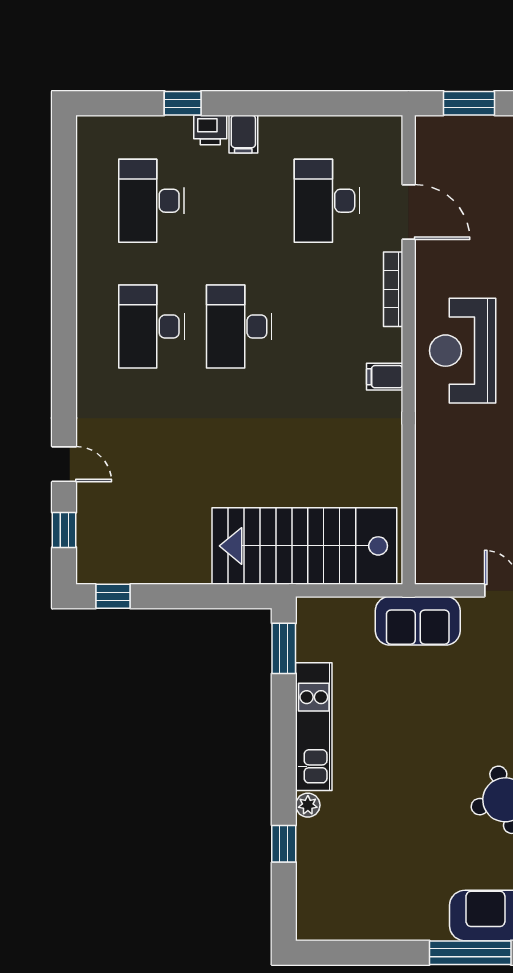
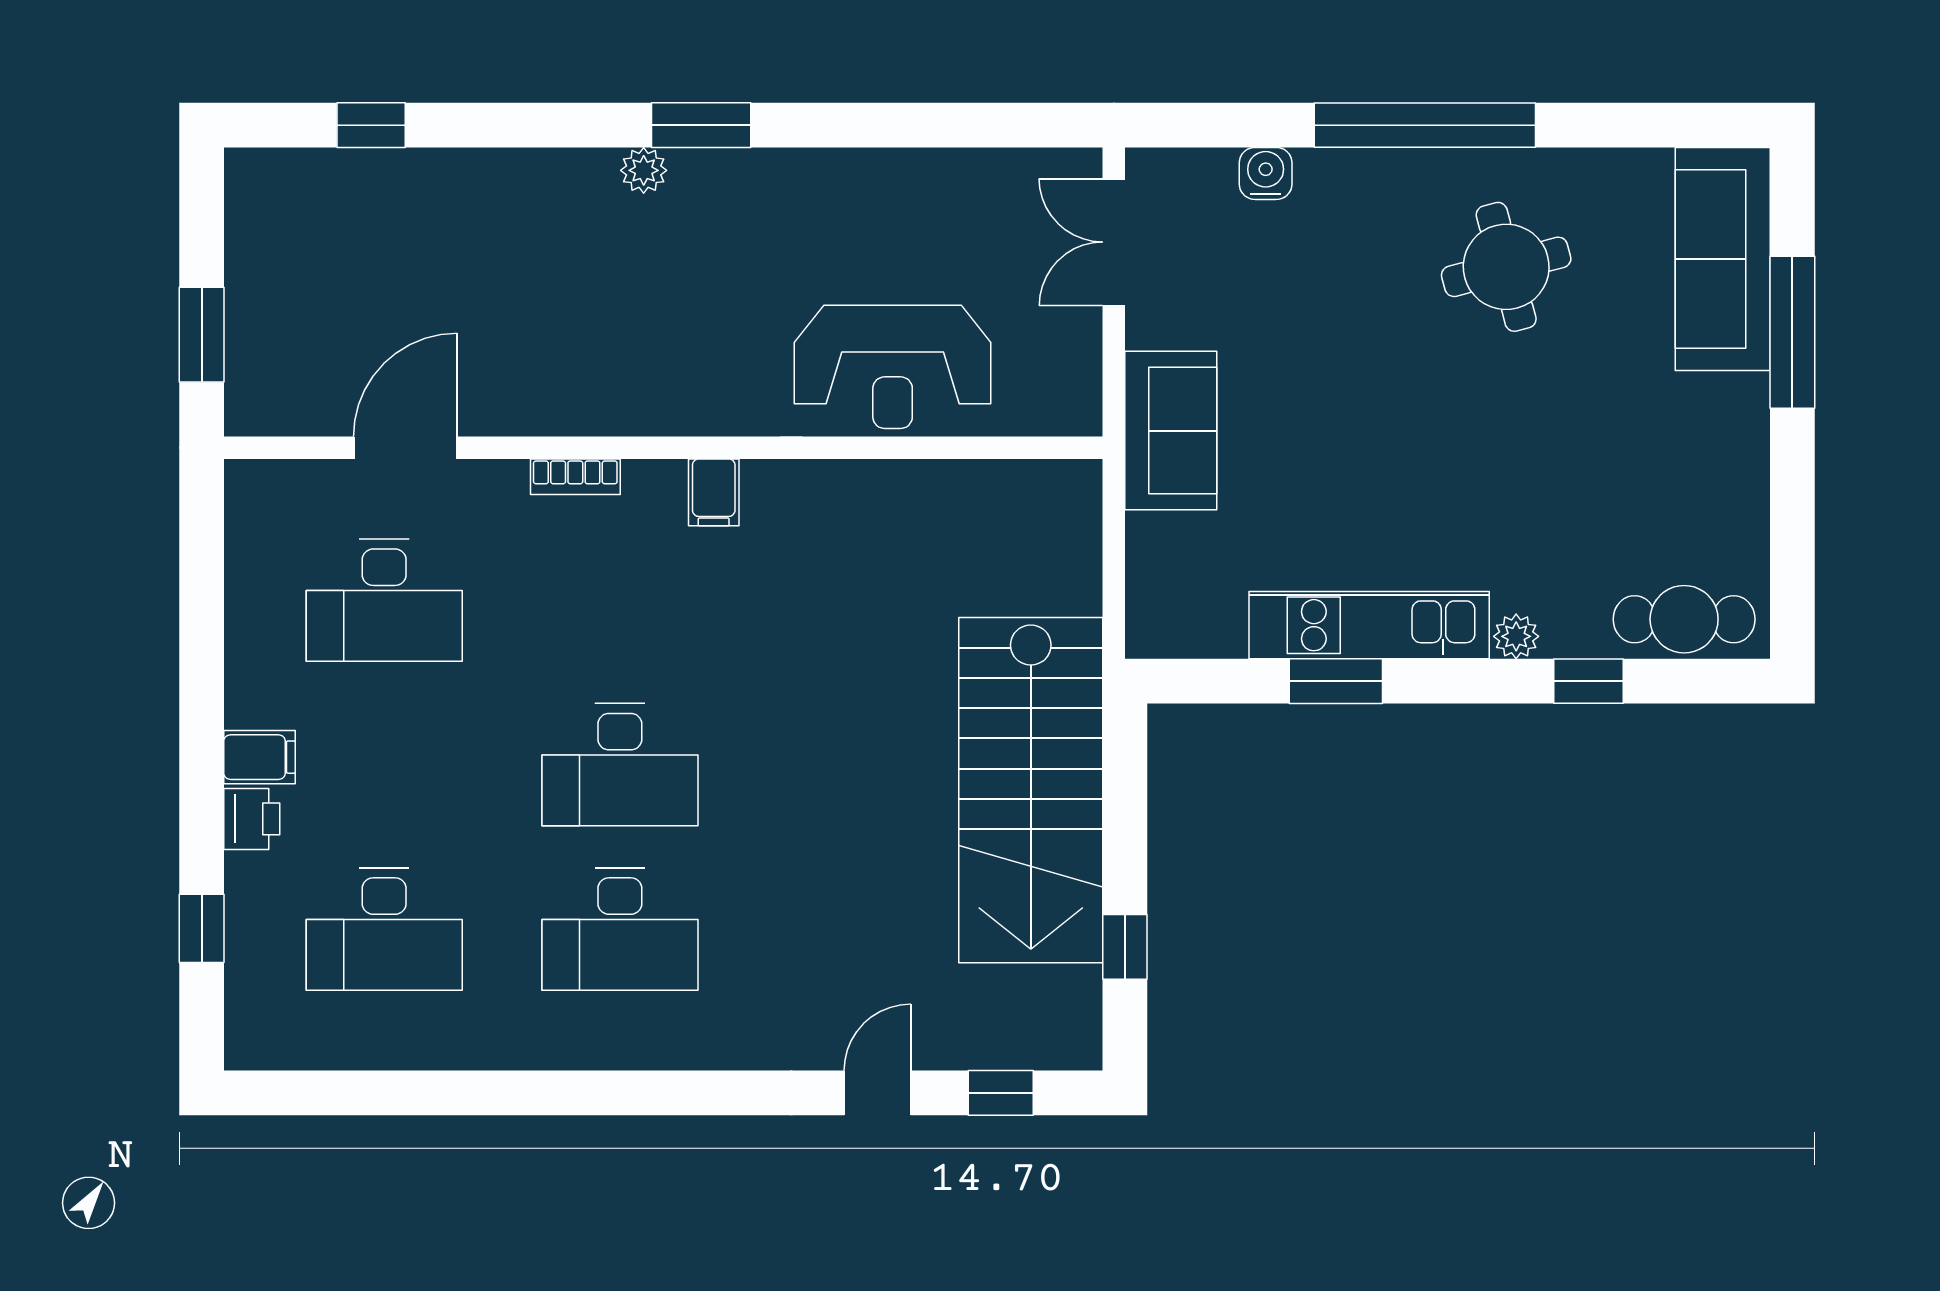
window: (183, 103) -> (202, 928), moved
bookcase: (393, 289) -> (575, 477), width x0.64
reception desk: (463, 351) -> (893, 367), moved
stairs: (304, 546) -> (1031, 790), moved
window: (113, 596) -> (1125, 947), moved
window: (284, 648) -> (1336, 681), moved
cafe table: (317, 895) -> (1684, 619), added

